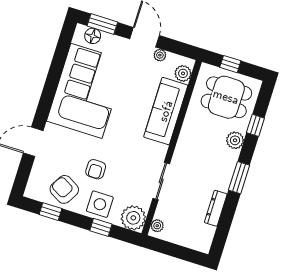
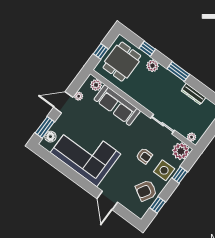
armchair: (96, 169) -> (144, 156), moved

